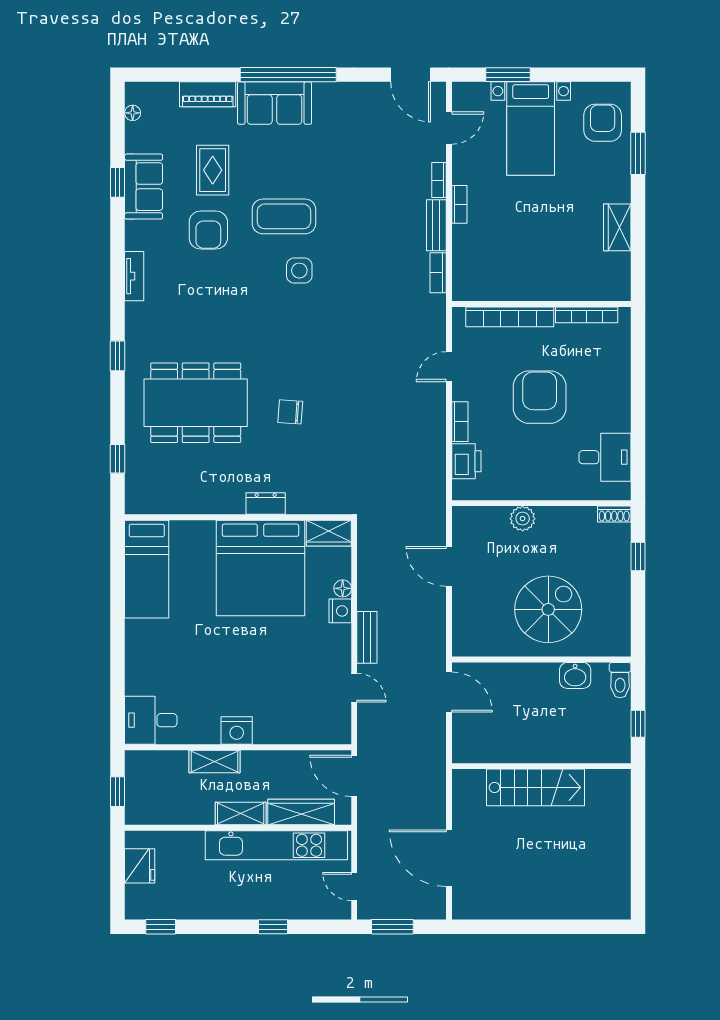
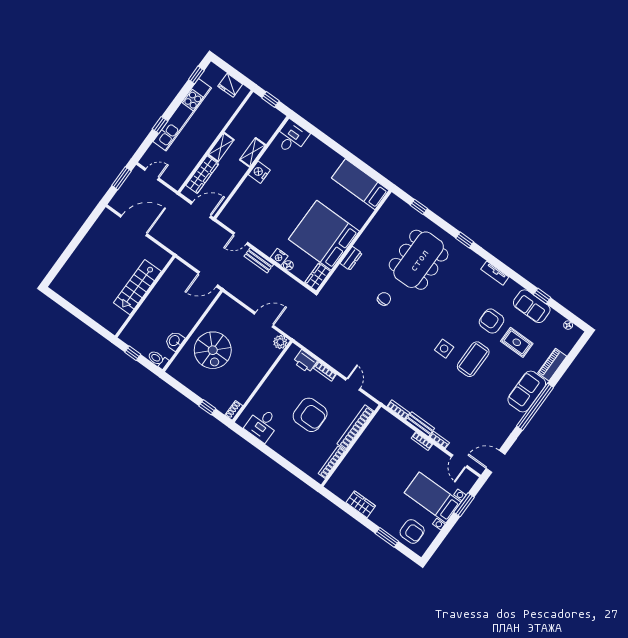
plant: (523, 519) -> (280, 342), moved
kitchen unit: (276, 845) -> (182, 115), moved, turned 180

